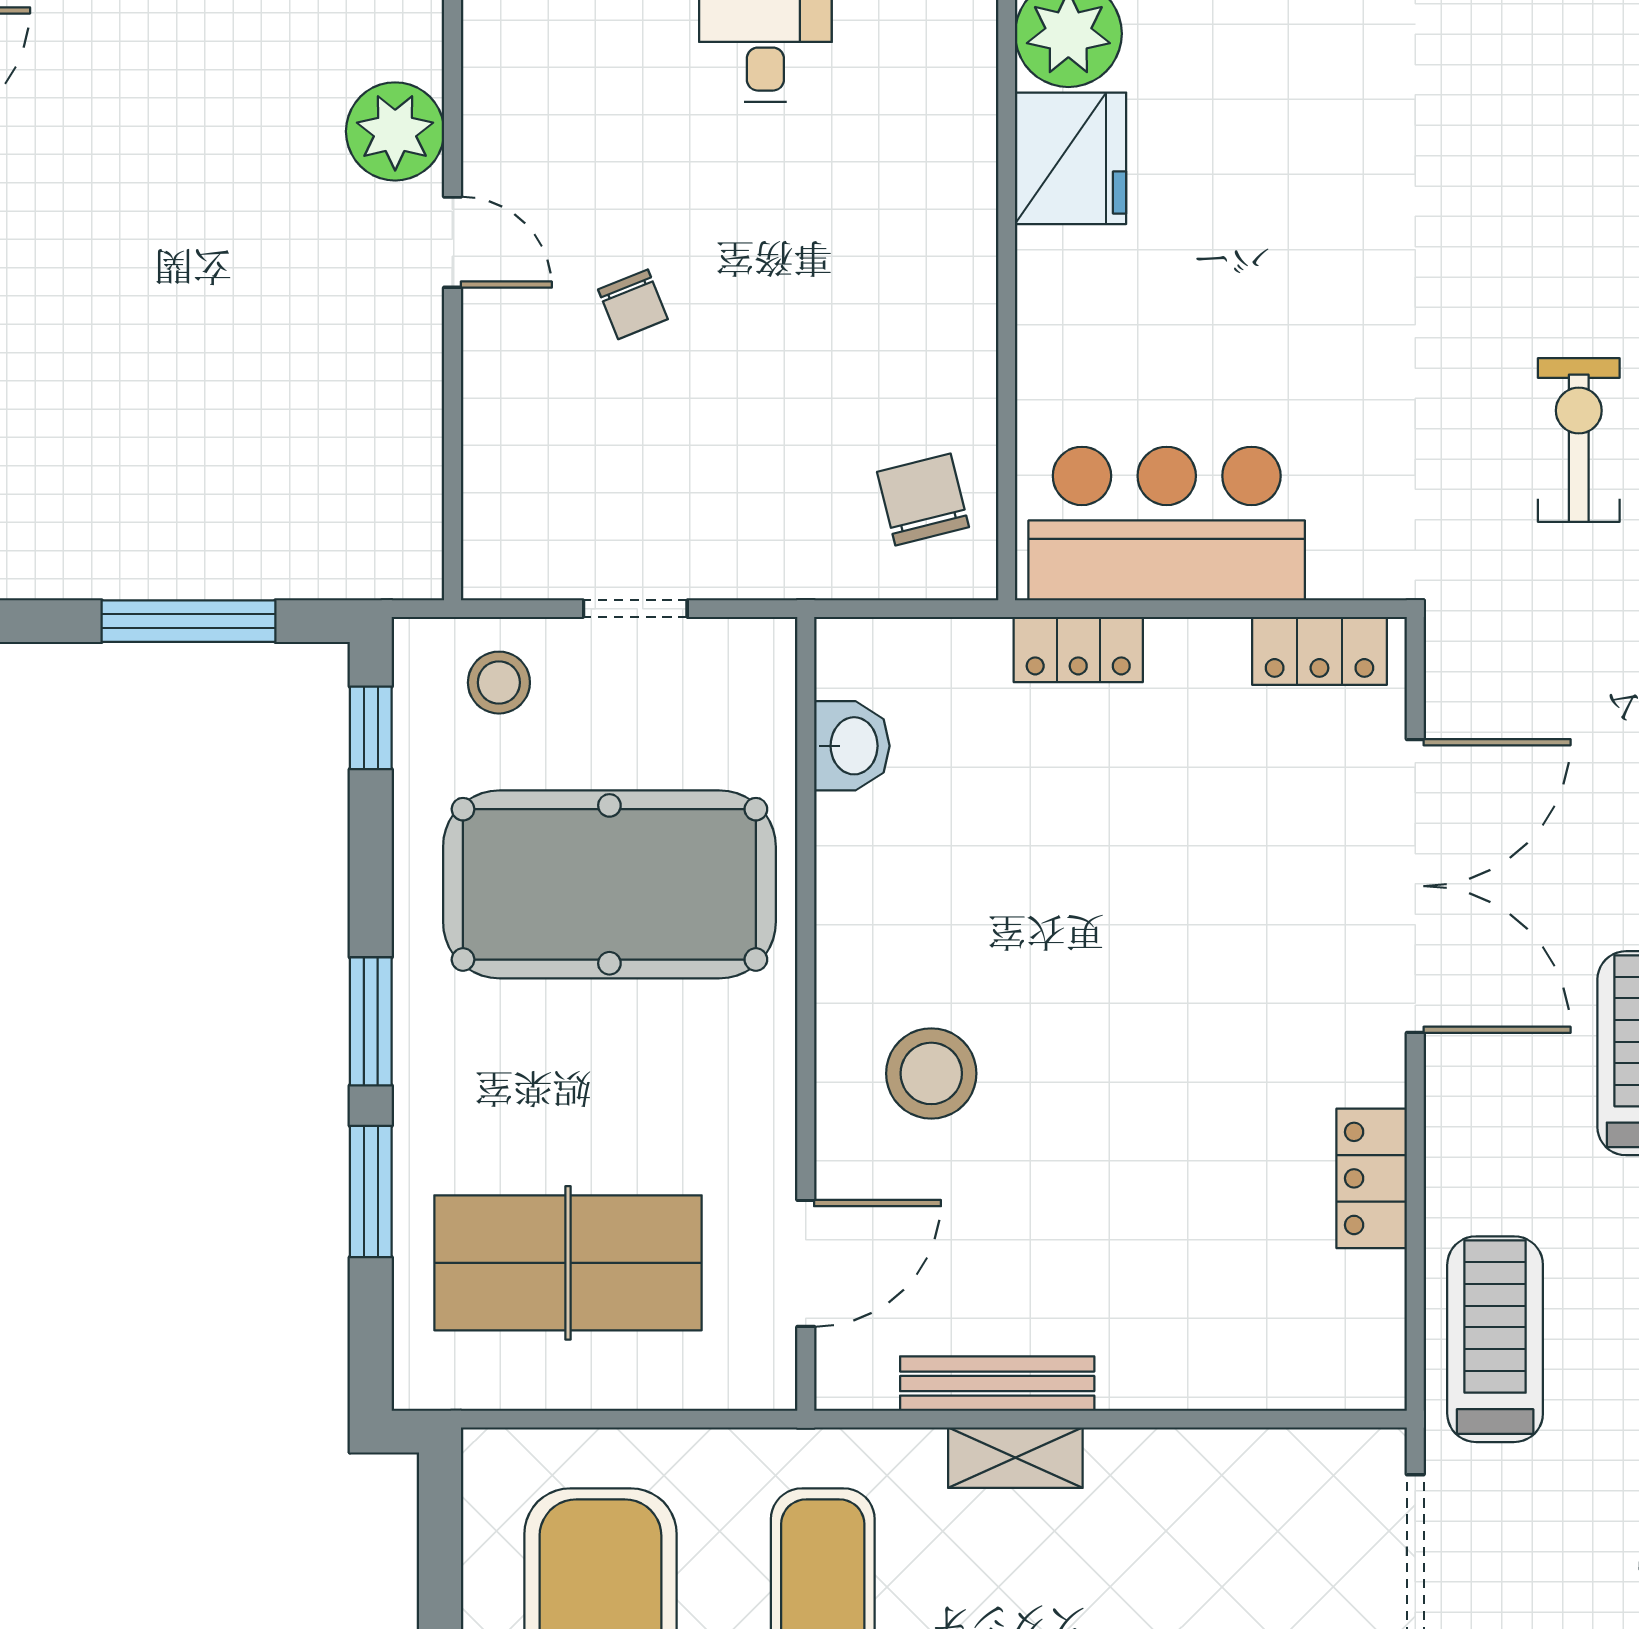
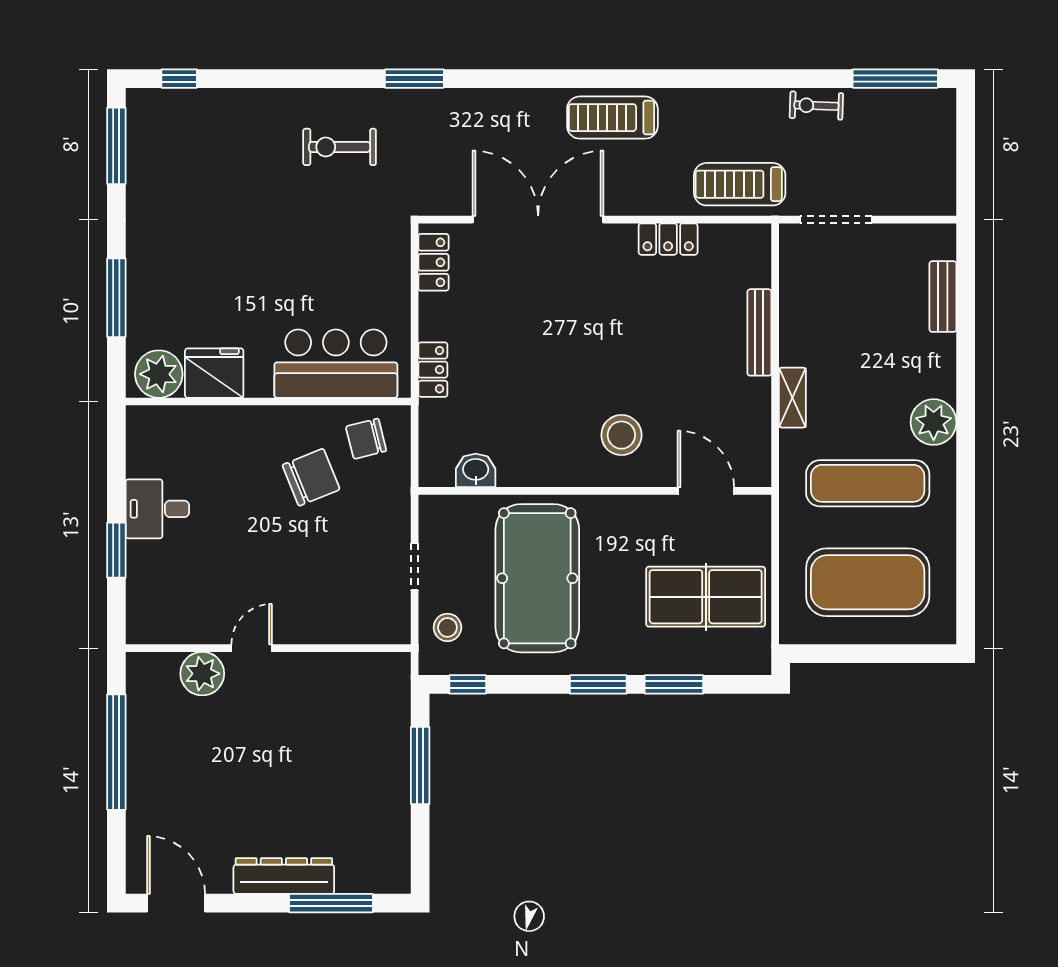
chair: (633, 304) -> (311, 477), moved, width x1.87, depth x1.87
bar counter: (1167, 524) -> (336, 364), moved, turned 90
table tennis table: (568, 1263) -> (706, 597), turned 90
bench: (997, 1384) -> (759, 332), moved

